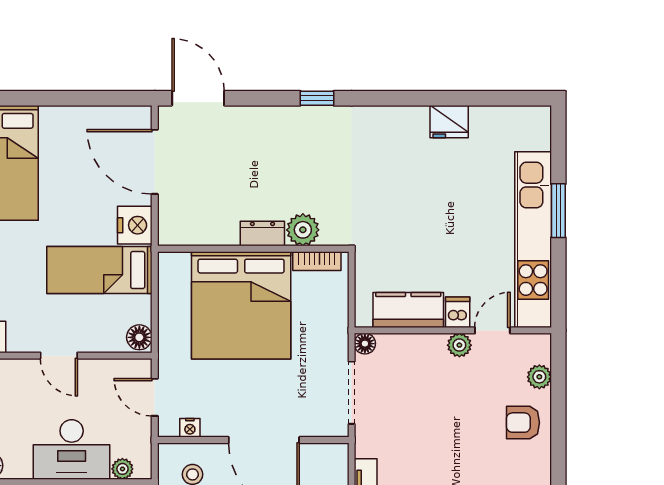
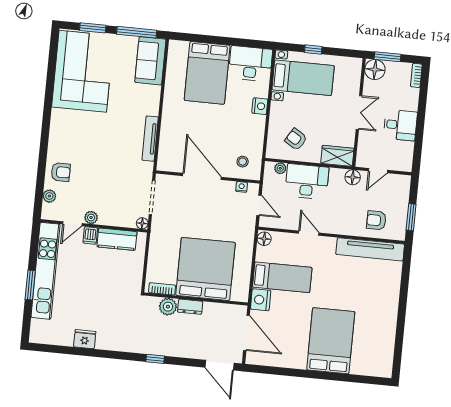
plant: (303, 230) -> (168, 307), moved
dresser: (262, 234) -> (190, 307), moved
wall: (253, 249) -> (196, 299), moved
bookcase: (317, 261) -> (162, 289), moved
bed: (241, 305) -> (205, 269), moved

